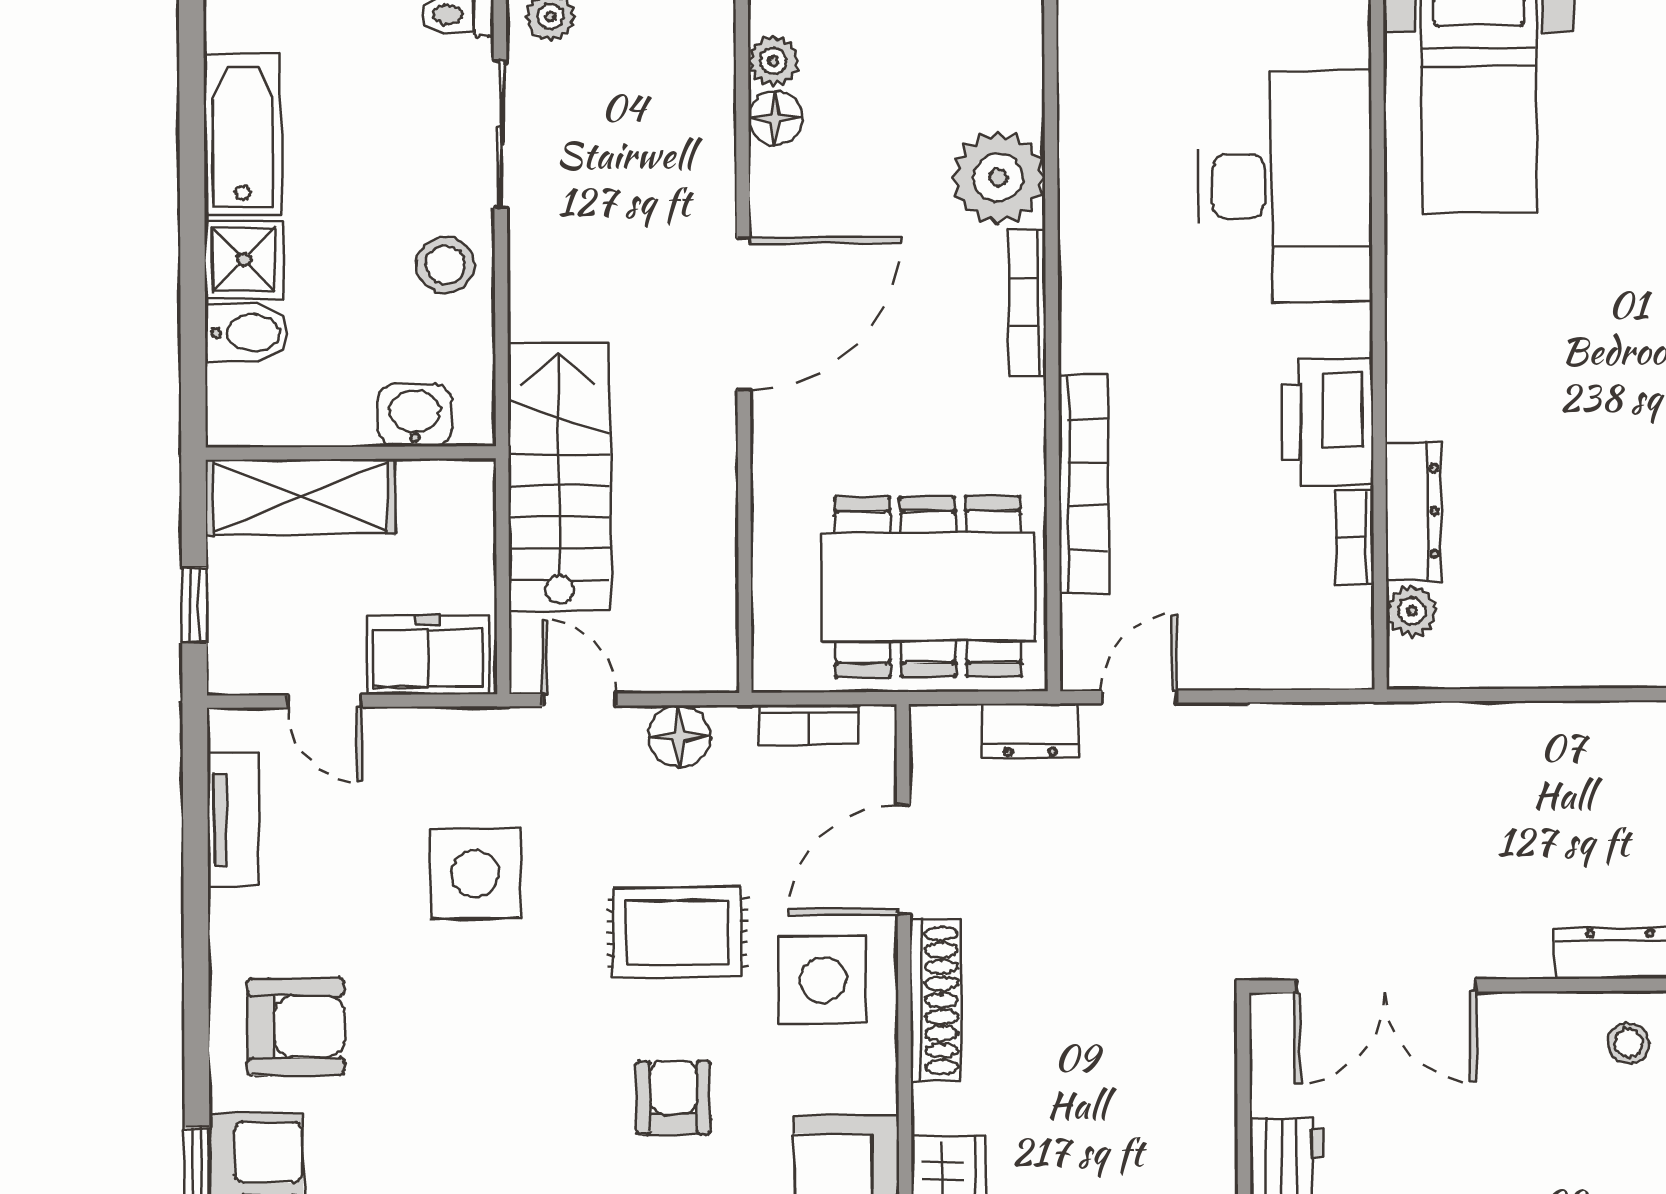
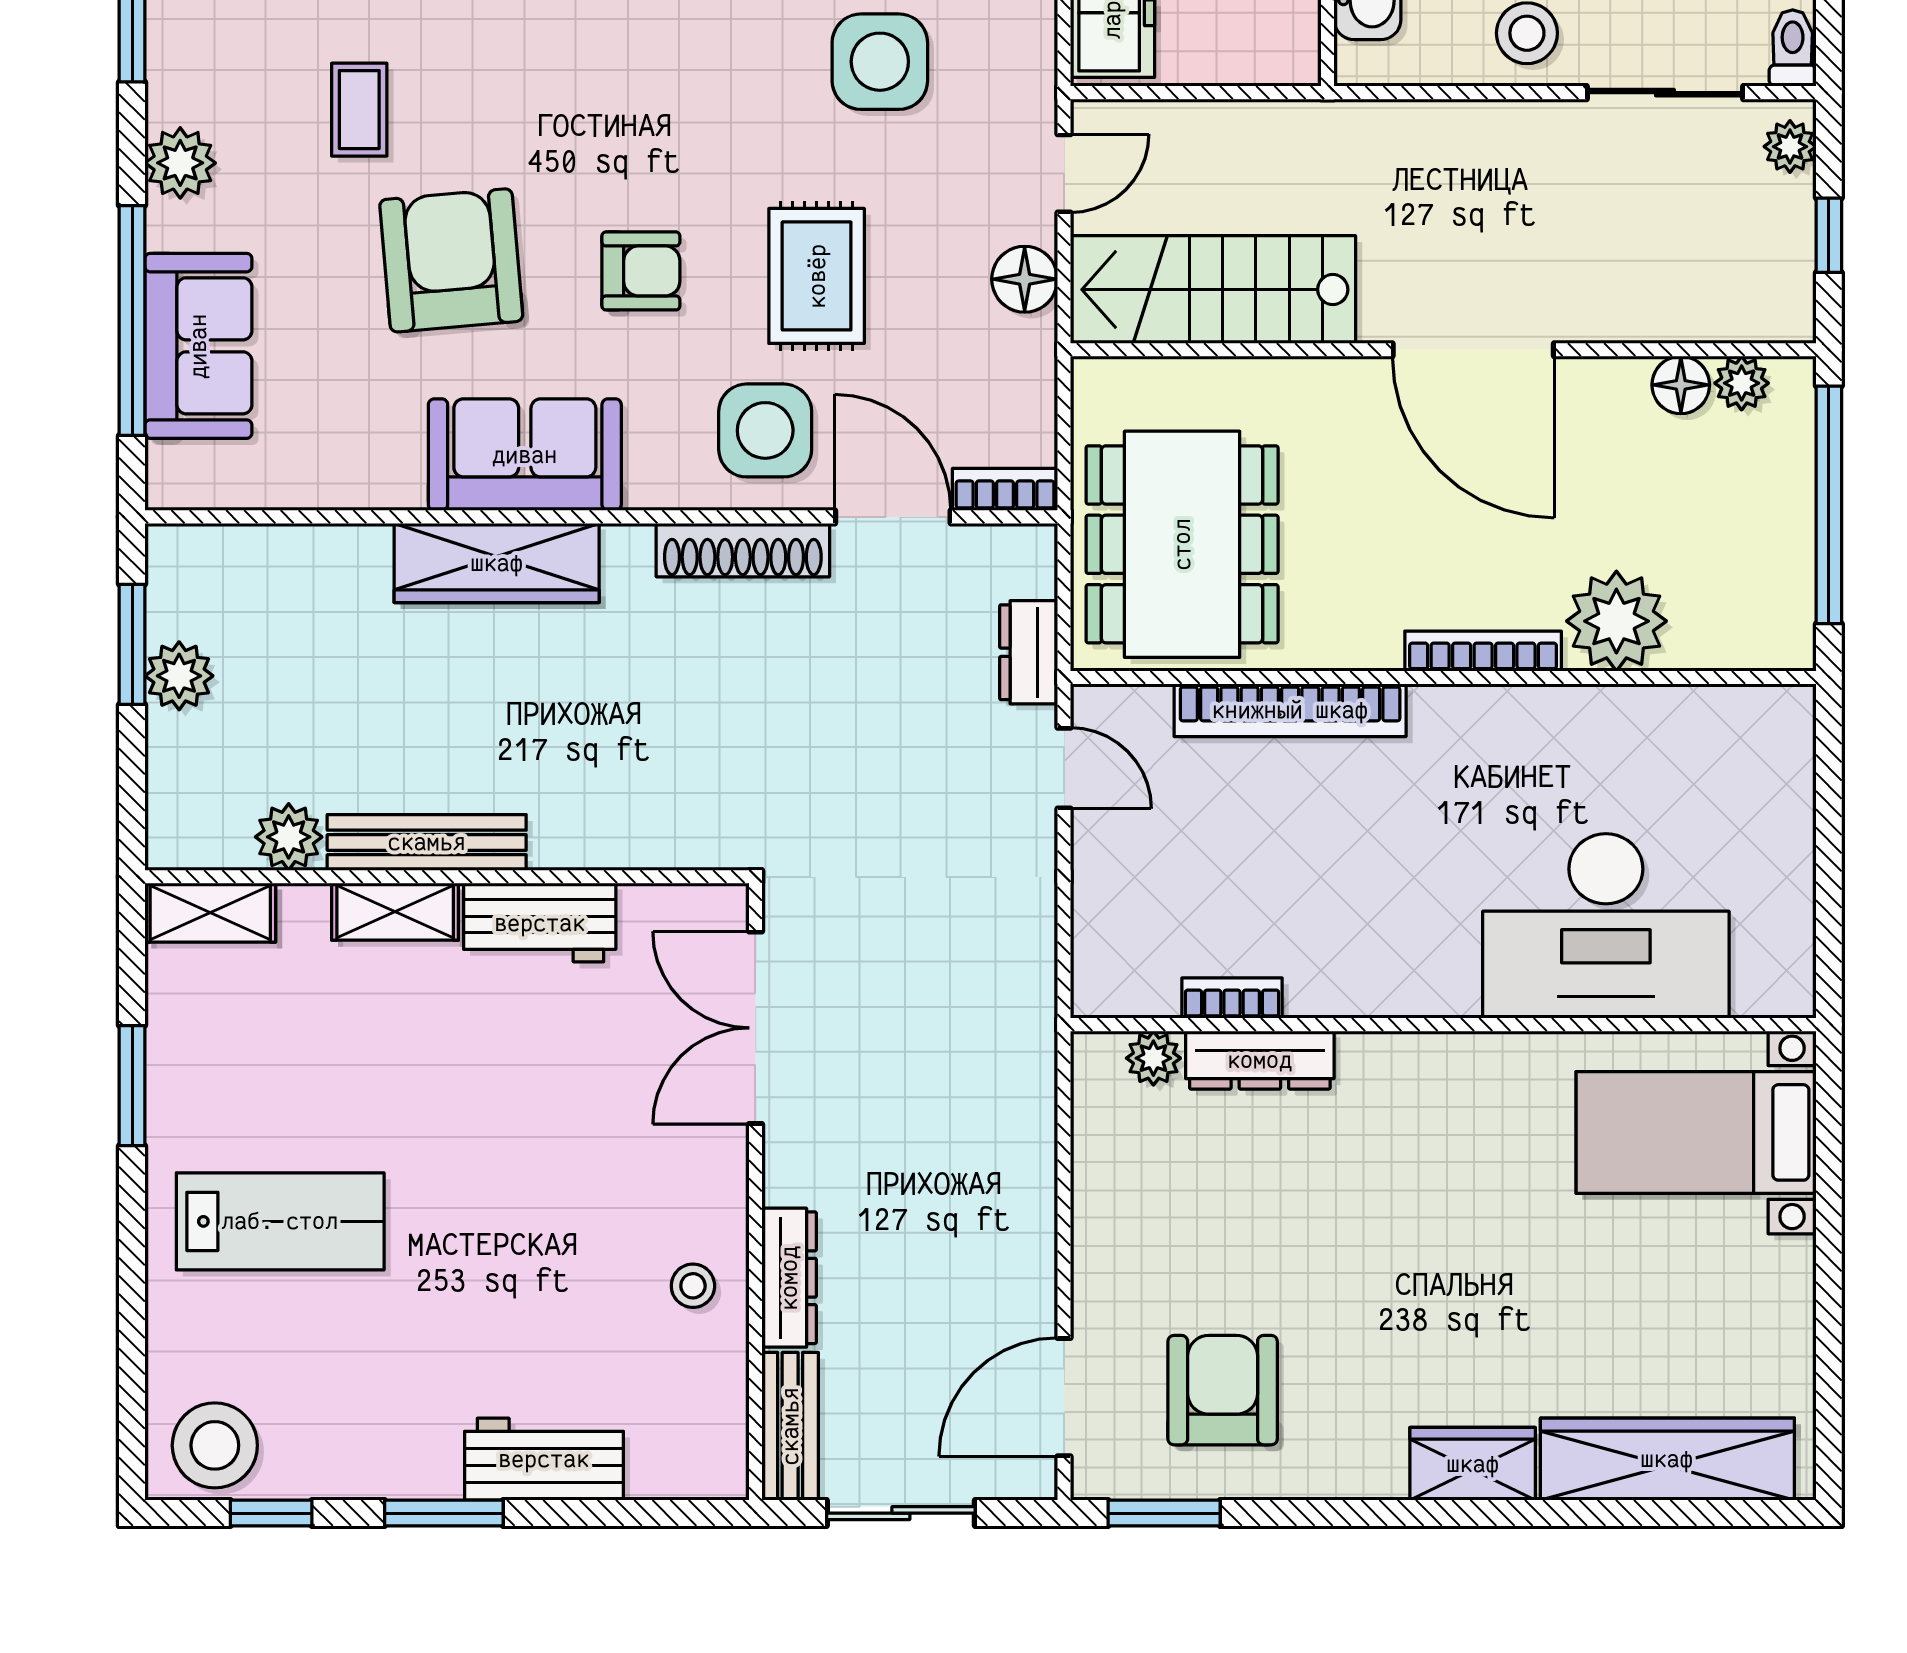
printer: (1327, 422) -> (1355, 970), removed
stairs: (559, 477) -> (1213, 290), moved, turned 180
bookcase: (809, 724) -> (1005, 489), moved, turned 90

